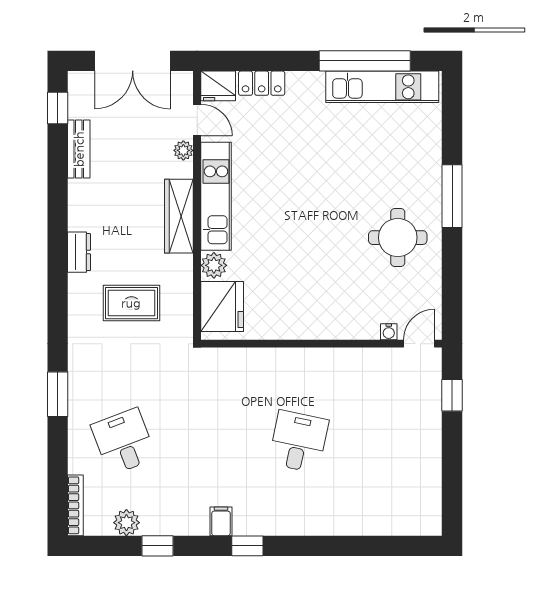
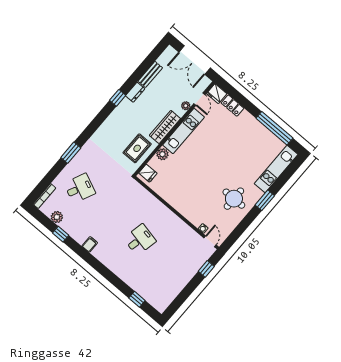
kitchen unit: (382, 87) -> (276, 169), moved, turned 90
window: (58, 108) -> (118, 98), moved
window: (452, 196) -> (265, 200), width x0.69
dresser: (79, 252) -> (135, 92), moved
rug: (131, 303) -> (137, 148), moved, turned 90
fridge: (222, 306) -> (148, 173), width x0.53, depth x0.75
door: (419, 344) -> (210, 241), hinge flipped
desk: (124, 442) -> (80, 188), turned 45
window: (247, 546) -> (137, 299), moved

